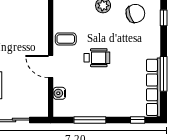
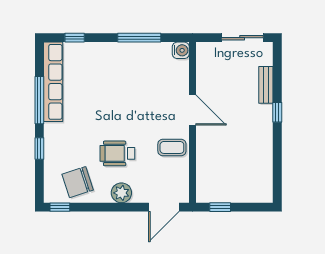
window: (164, 18) -> (39, 148), moved
wheelchair: (97, 58) -> (117, 153), moved
water cooler: (59, 93) -> (181, 50), moved

